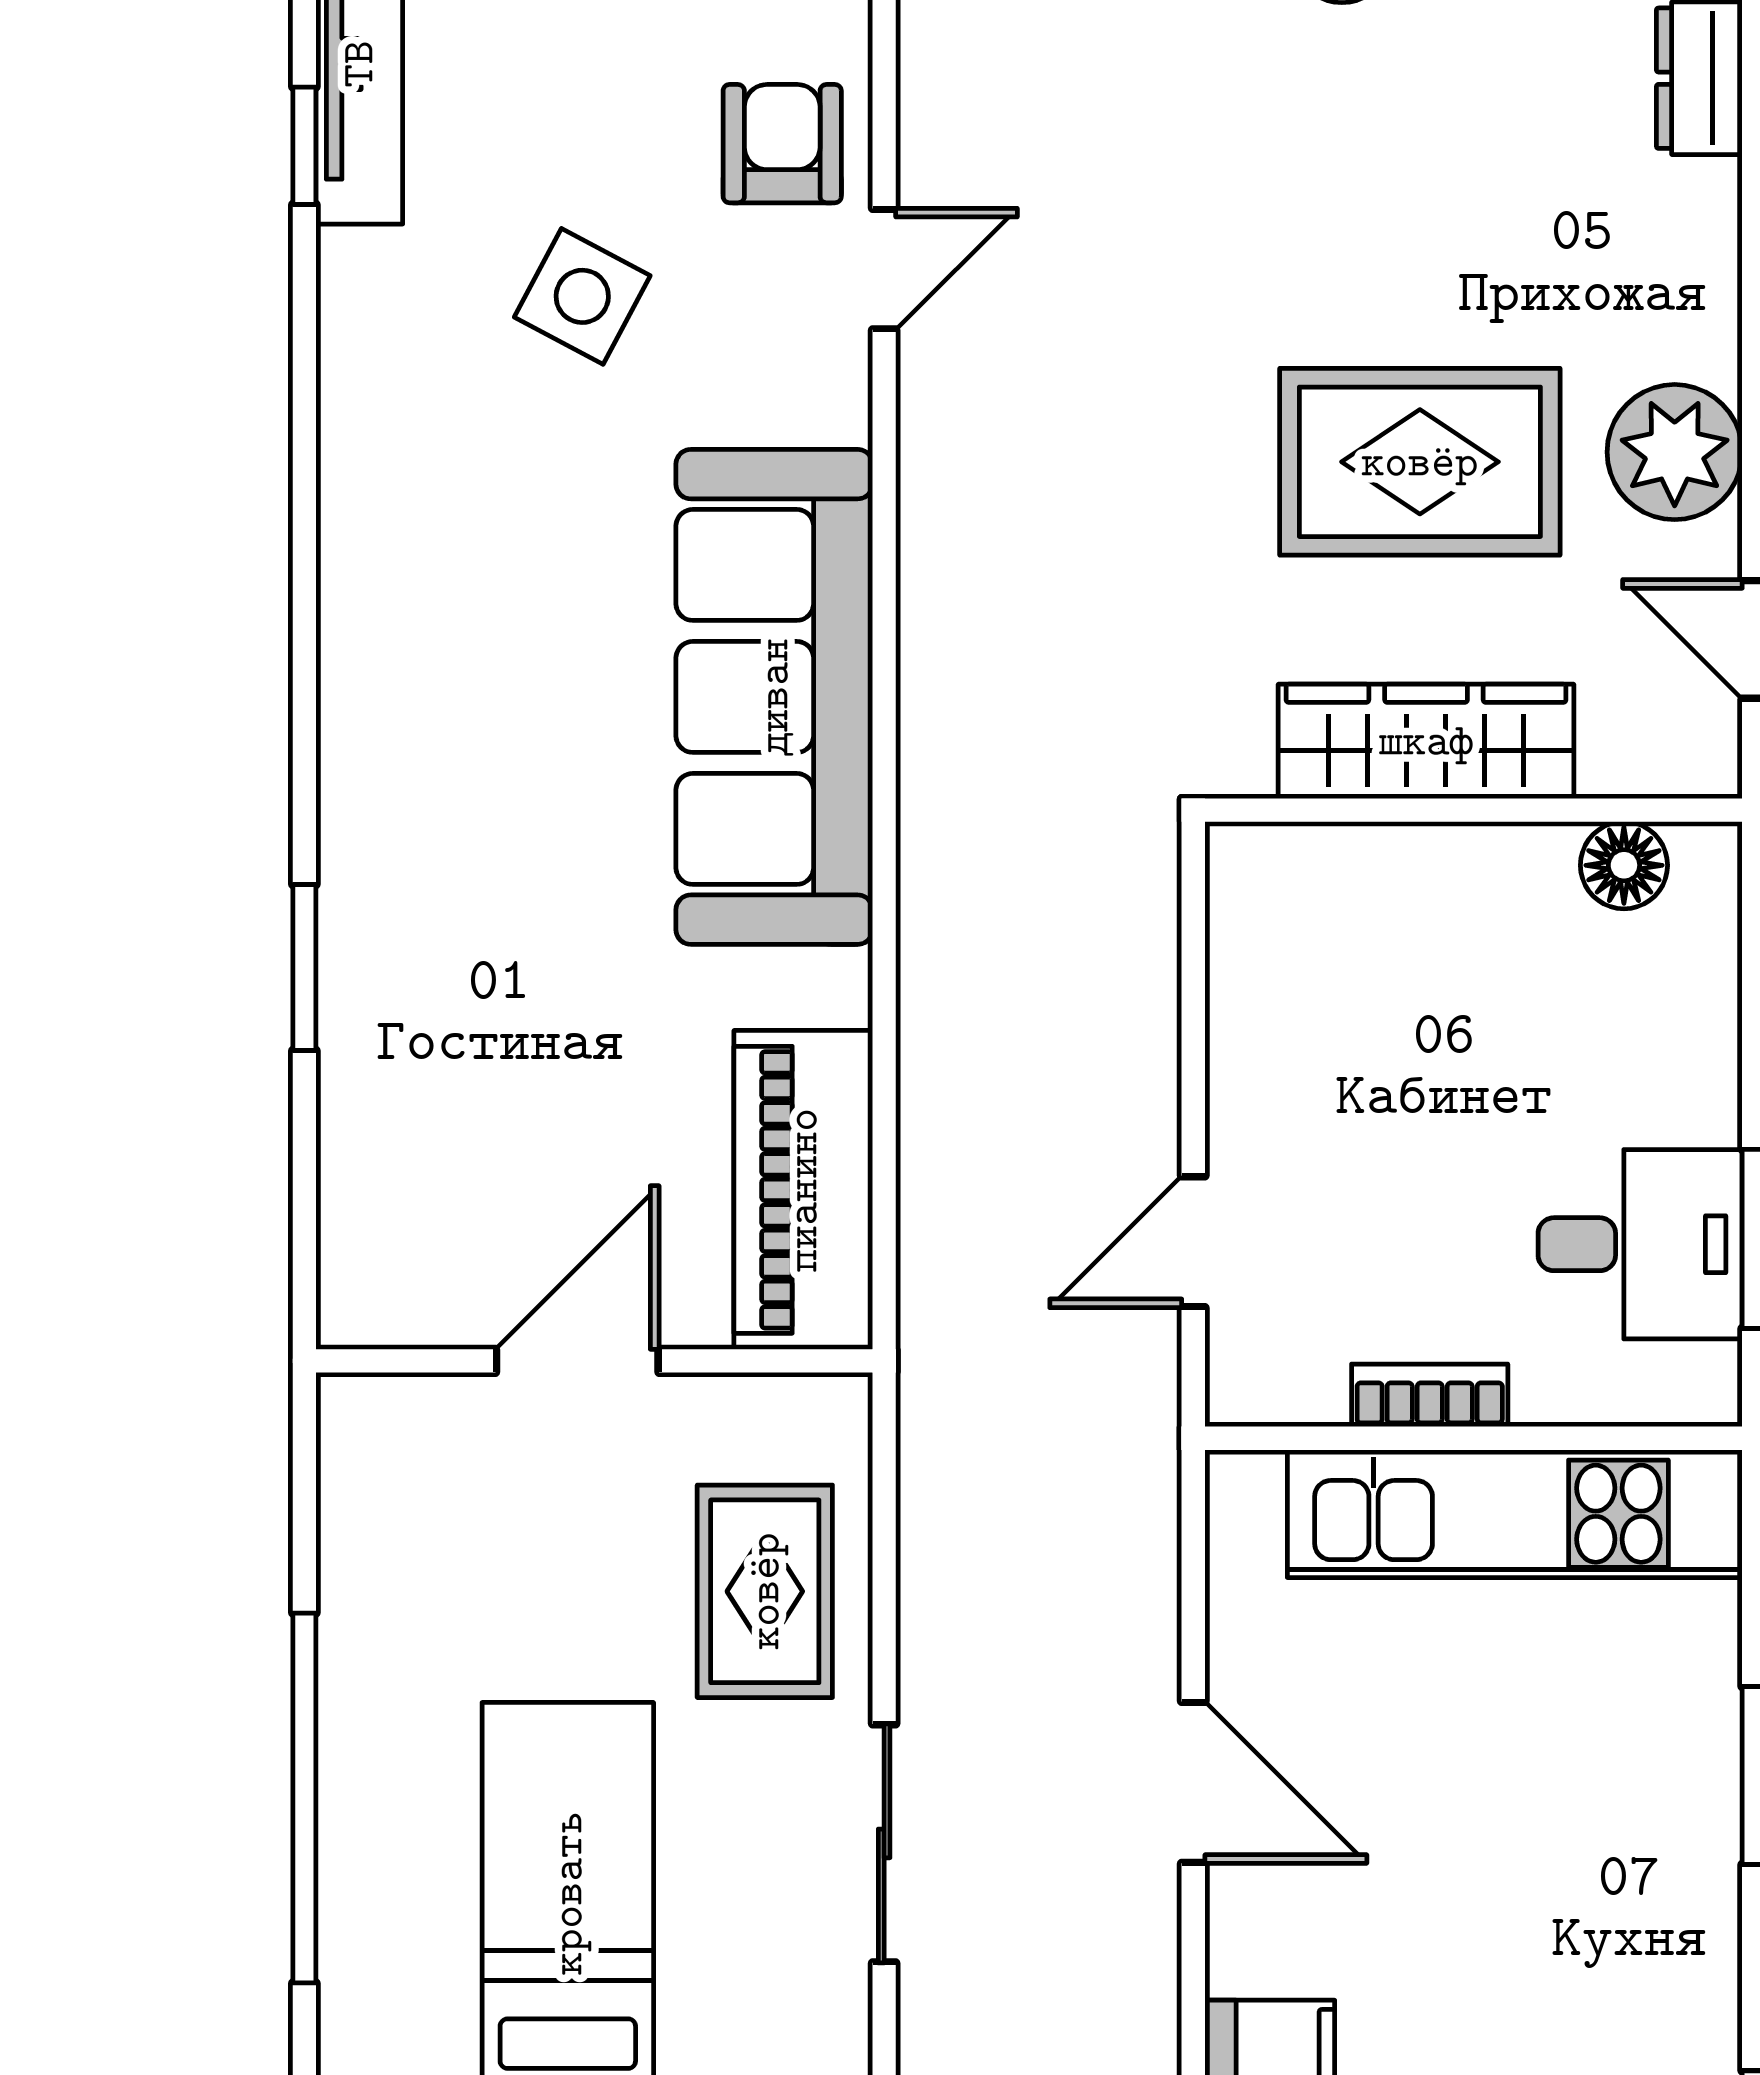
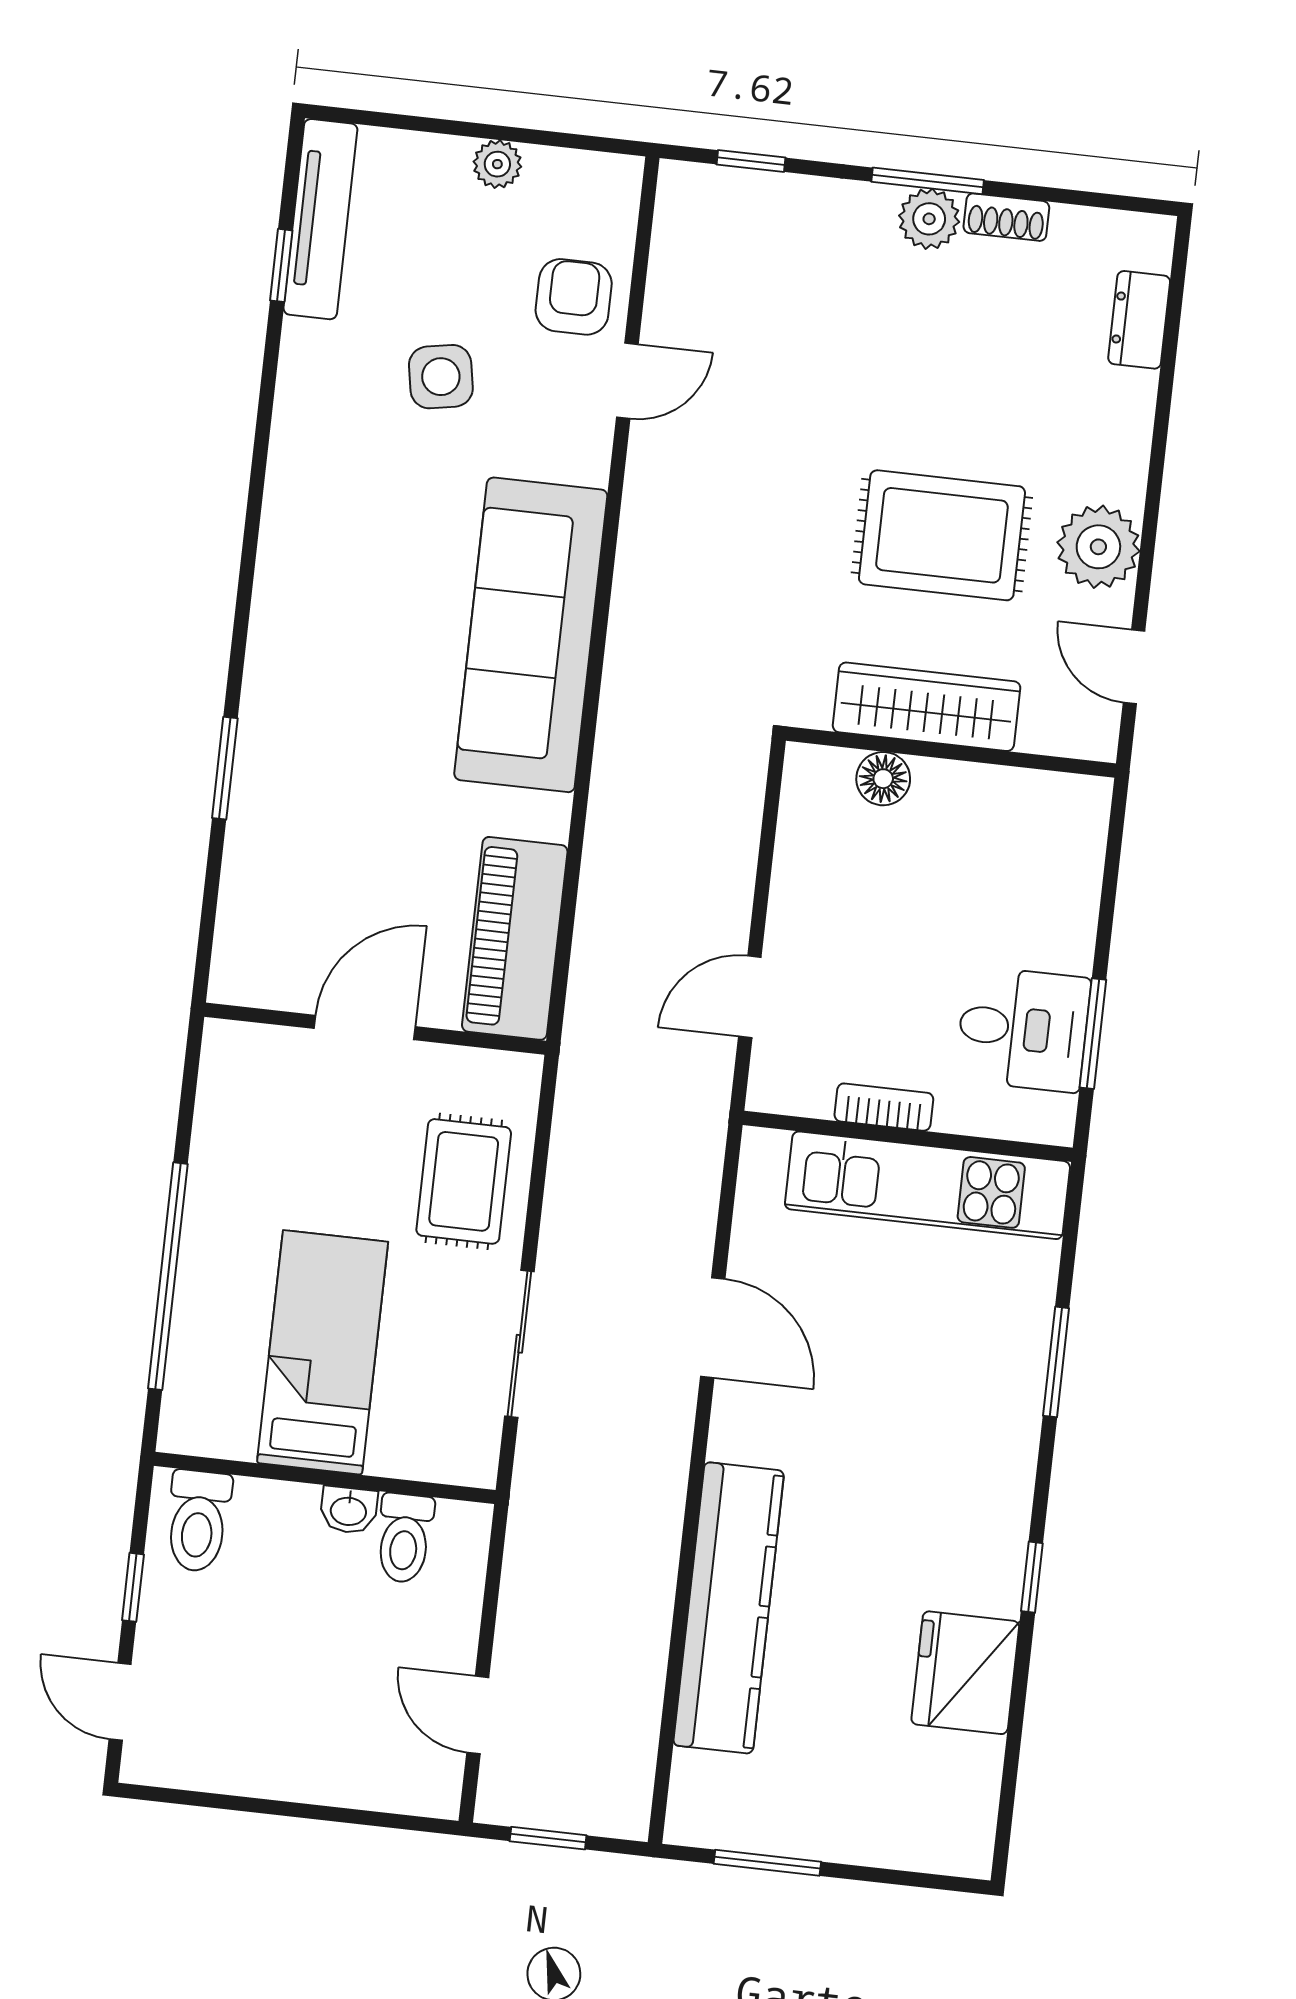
side table: (582, 296) -> (441, 377), turned -38
floor lamp: (1624, 865) -> (883, 779), moved

